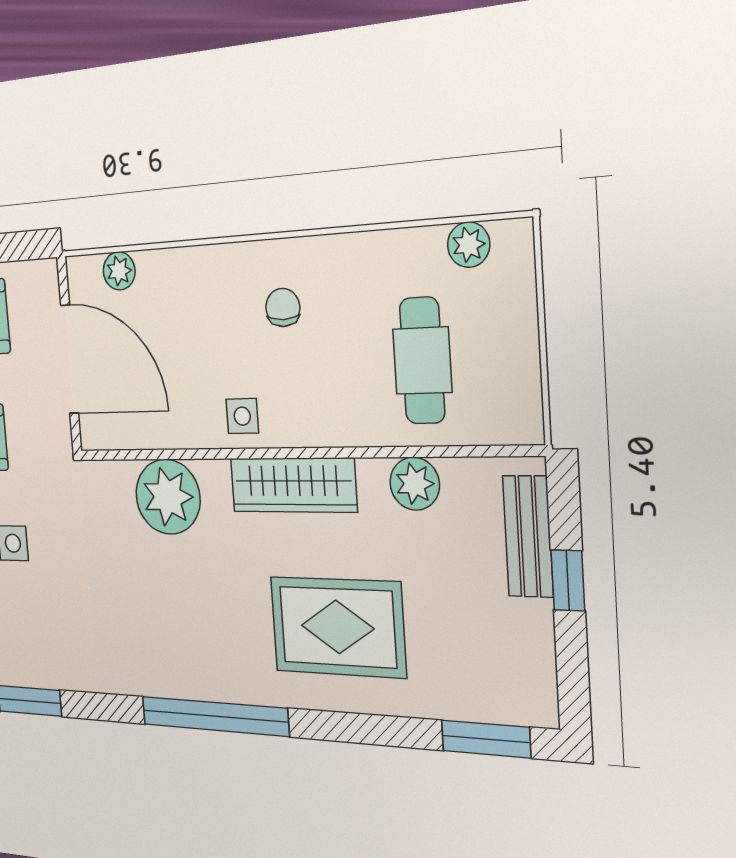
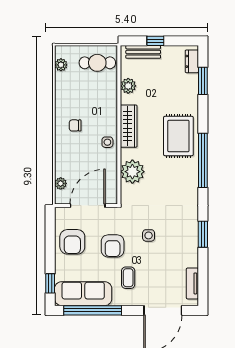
cafe table: (422, 361) -> (97, 63), moved
rug: (338, 627) -> (178, 136), moved
dresser: (506, 704) -> (192, 61), added
window: (486, 739) -> (203, 81), moved

